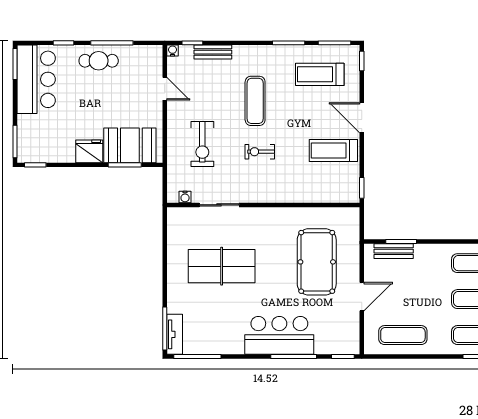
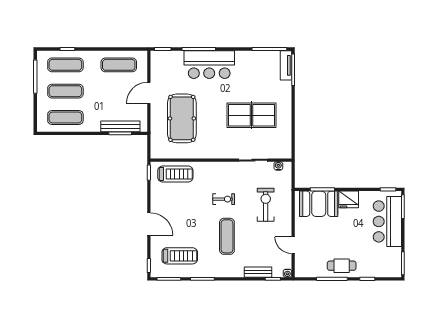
bar counter: (36, 79) -> (387, 221), moved
treadmill: (333, 151) -> (175, 174), moved
bench: (394, 251) -> (120, 126), width x1.36

